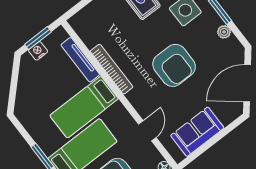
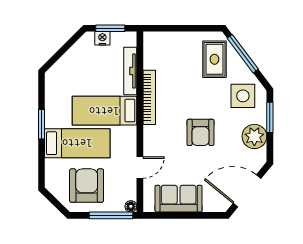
plant: (224, 32) -> (254, 136), width x1.87, depth x1.87
armchair: (174, 65) -> (200, 132), width x0.73, depth x0.73

